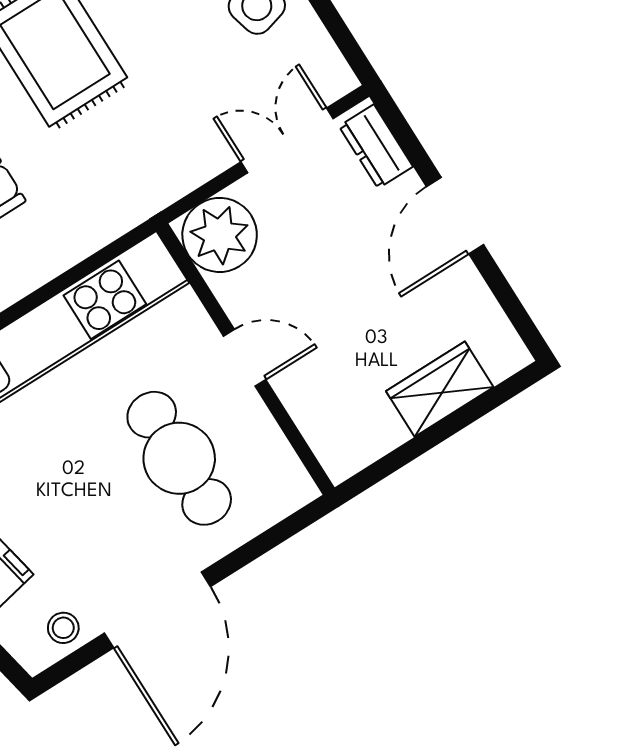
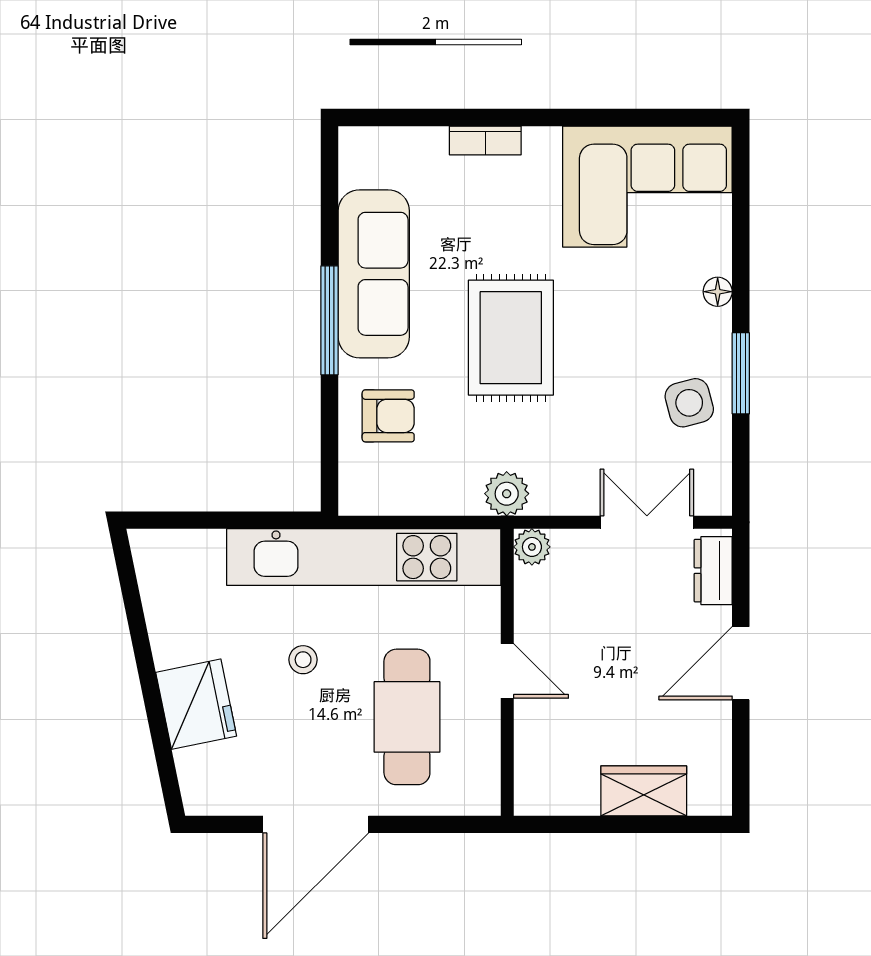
plant: (142, 195) -> (507, 494), added
plant: (220, 235) -> (532, 547), width x0.53, depth x0.53
stool: (63, 628) -> (303, 660), moved

